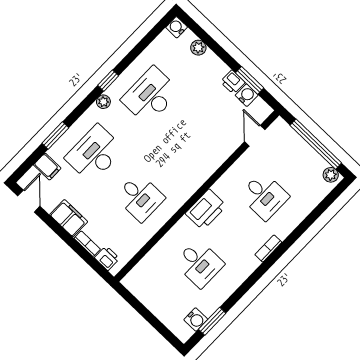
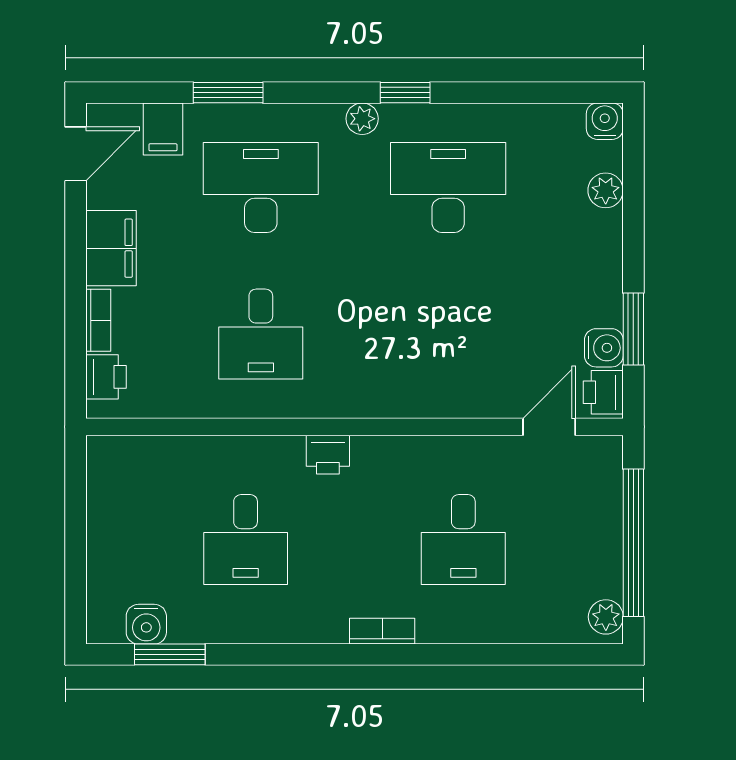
printer: (233, 82) -> (603, 392), moved
printer: (206, 210) -> (328, 455), width x0.53, depth x0.68

